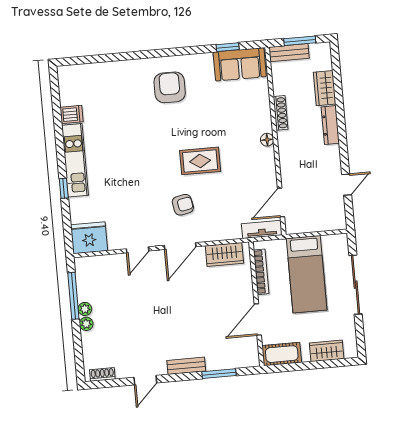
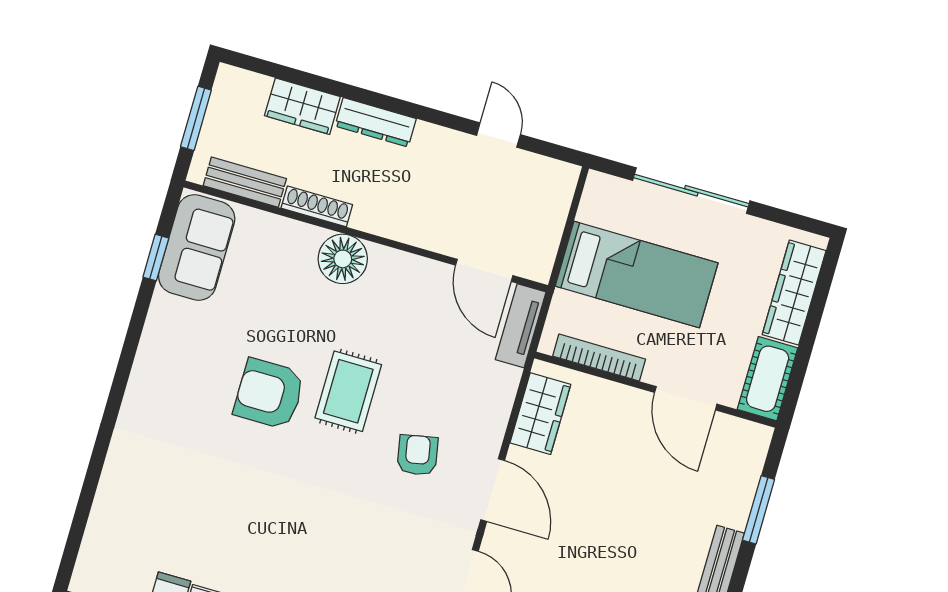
bench: (289, 53) -> (245, 182), moved, turned 90
armchair: (170, 87) -> (269, 394), moved
floor lamp: (267, 140) -> (343, 259), width x1.89, depth x1.89
wardrobe: (327, 351) -> (794, 293), width x1.50

